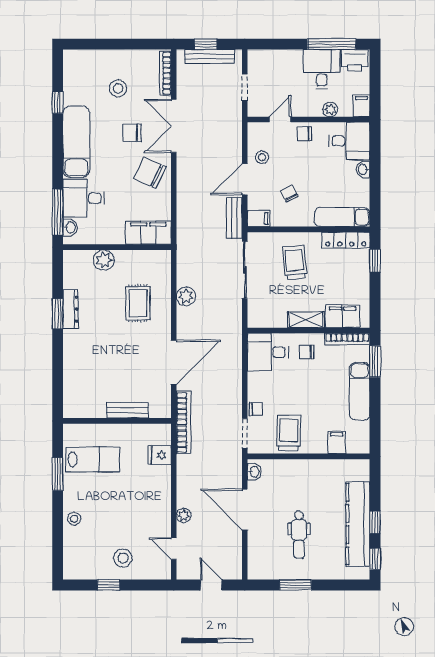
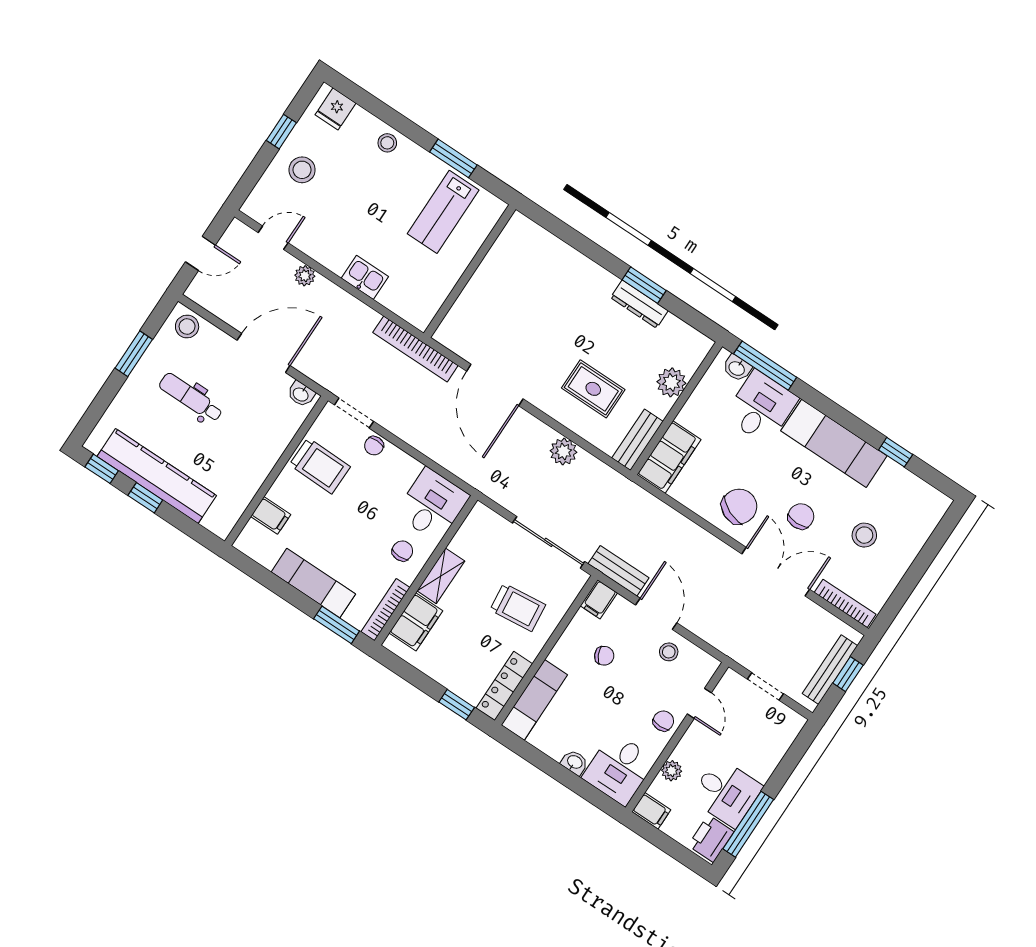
bench: (127, 410) -> (638, 440), moved
fridge: (160, 455) -> (336, 109), moved, turned 180
kitchen sink: (161, 480) -> (365, 277), added
stool: (259, 564) -> (187, 326), added

